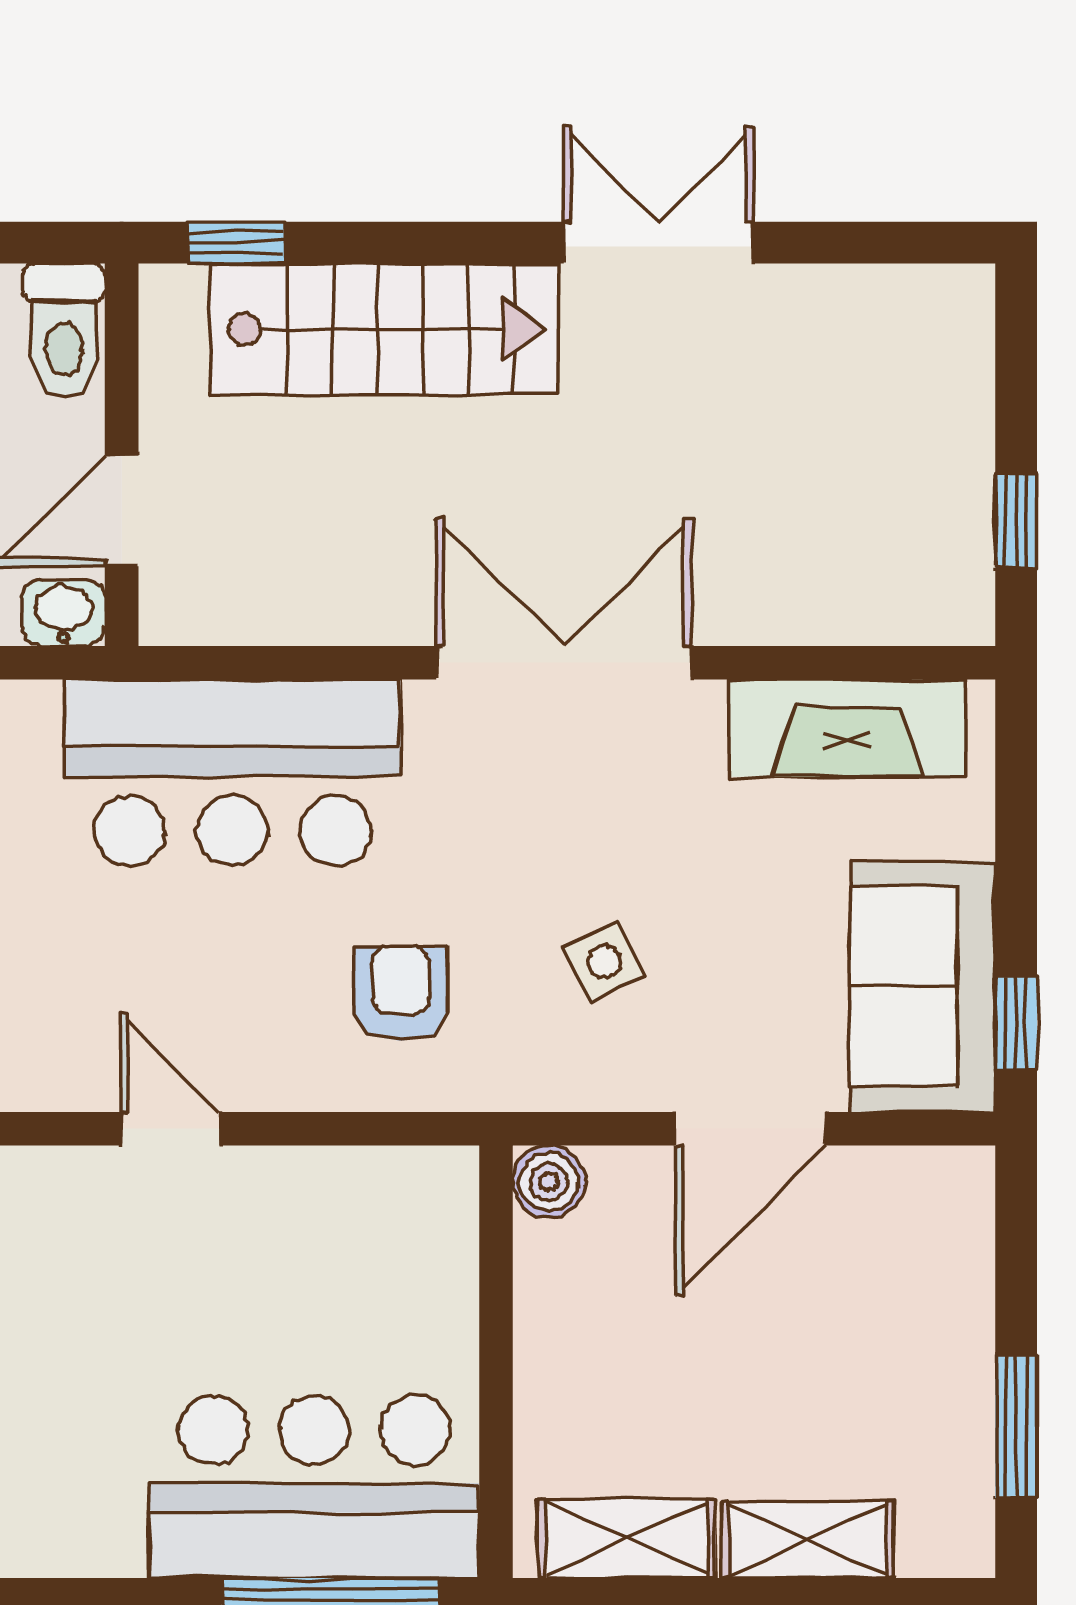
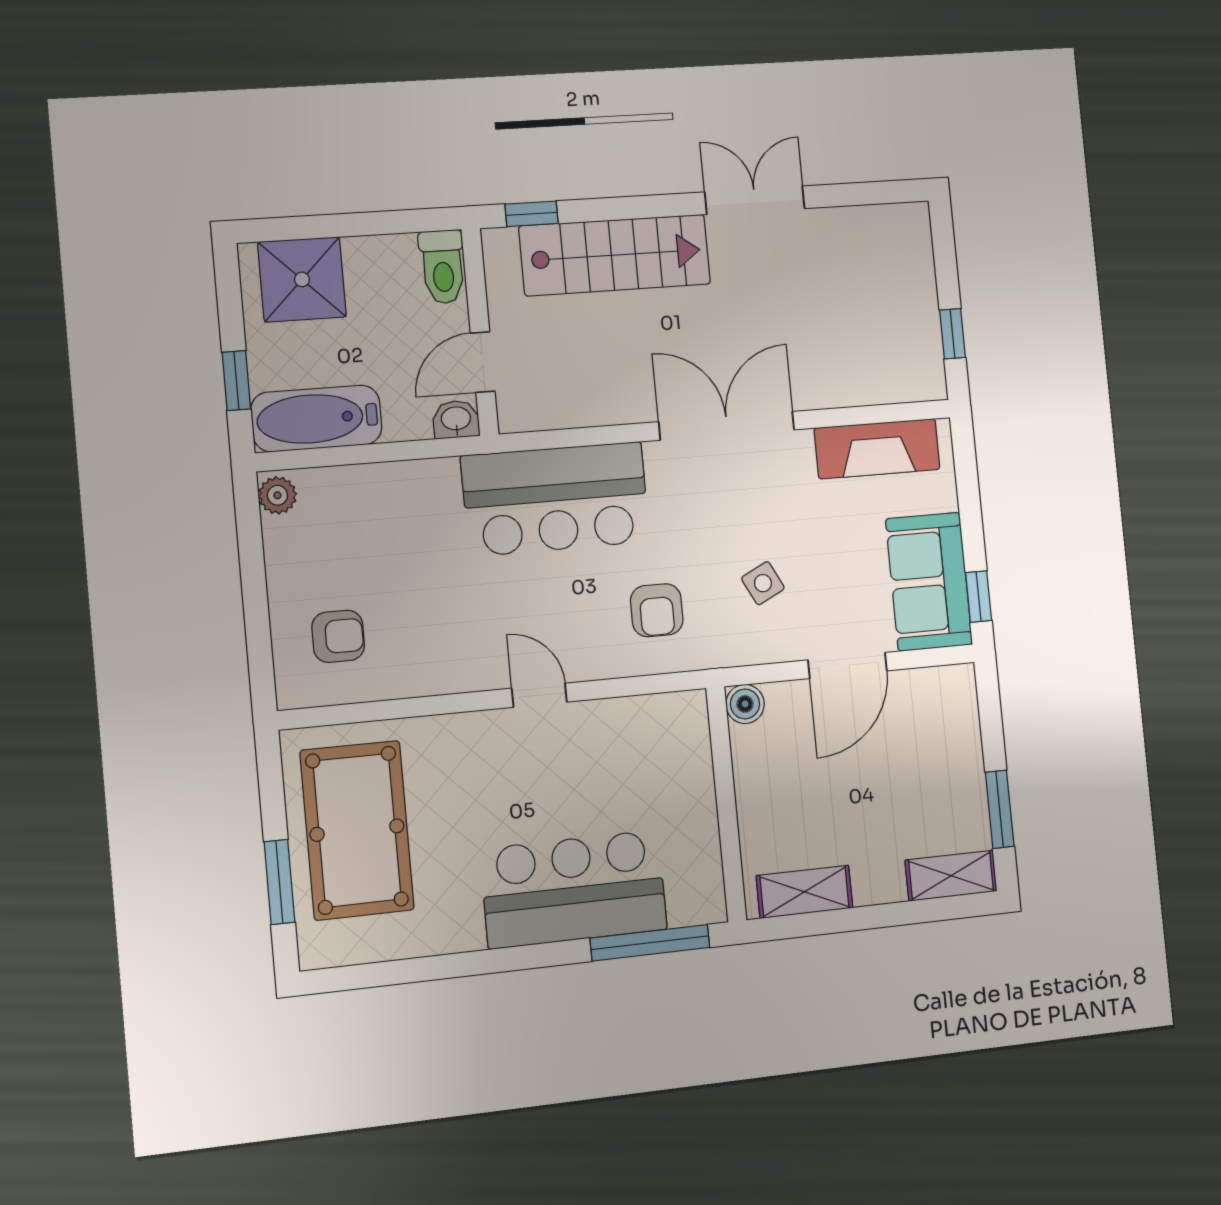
armchair: (400, 994) -> (657, 610), turned 180
bar counter: (314, 1487) -> (574, 889), moved
shelving: (808, 1540) -> (951, 876), moved

